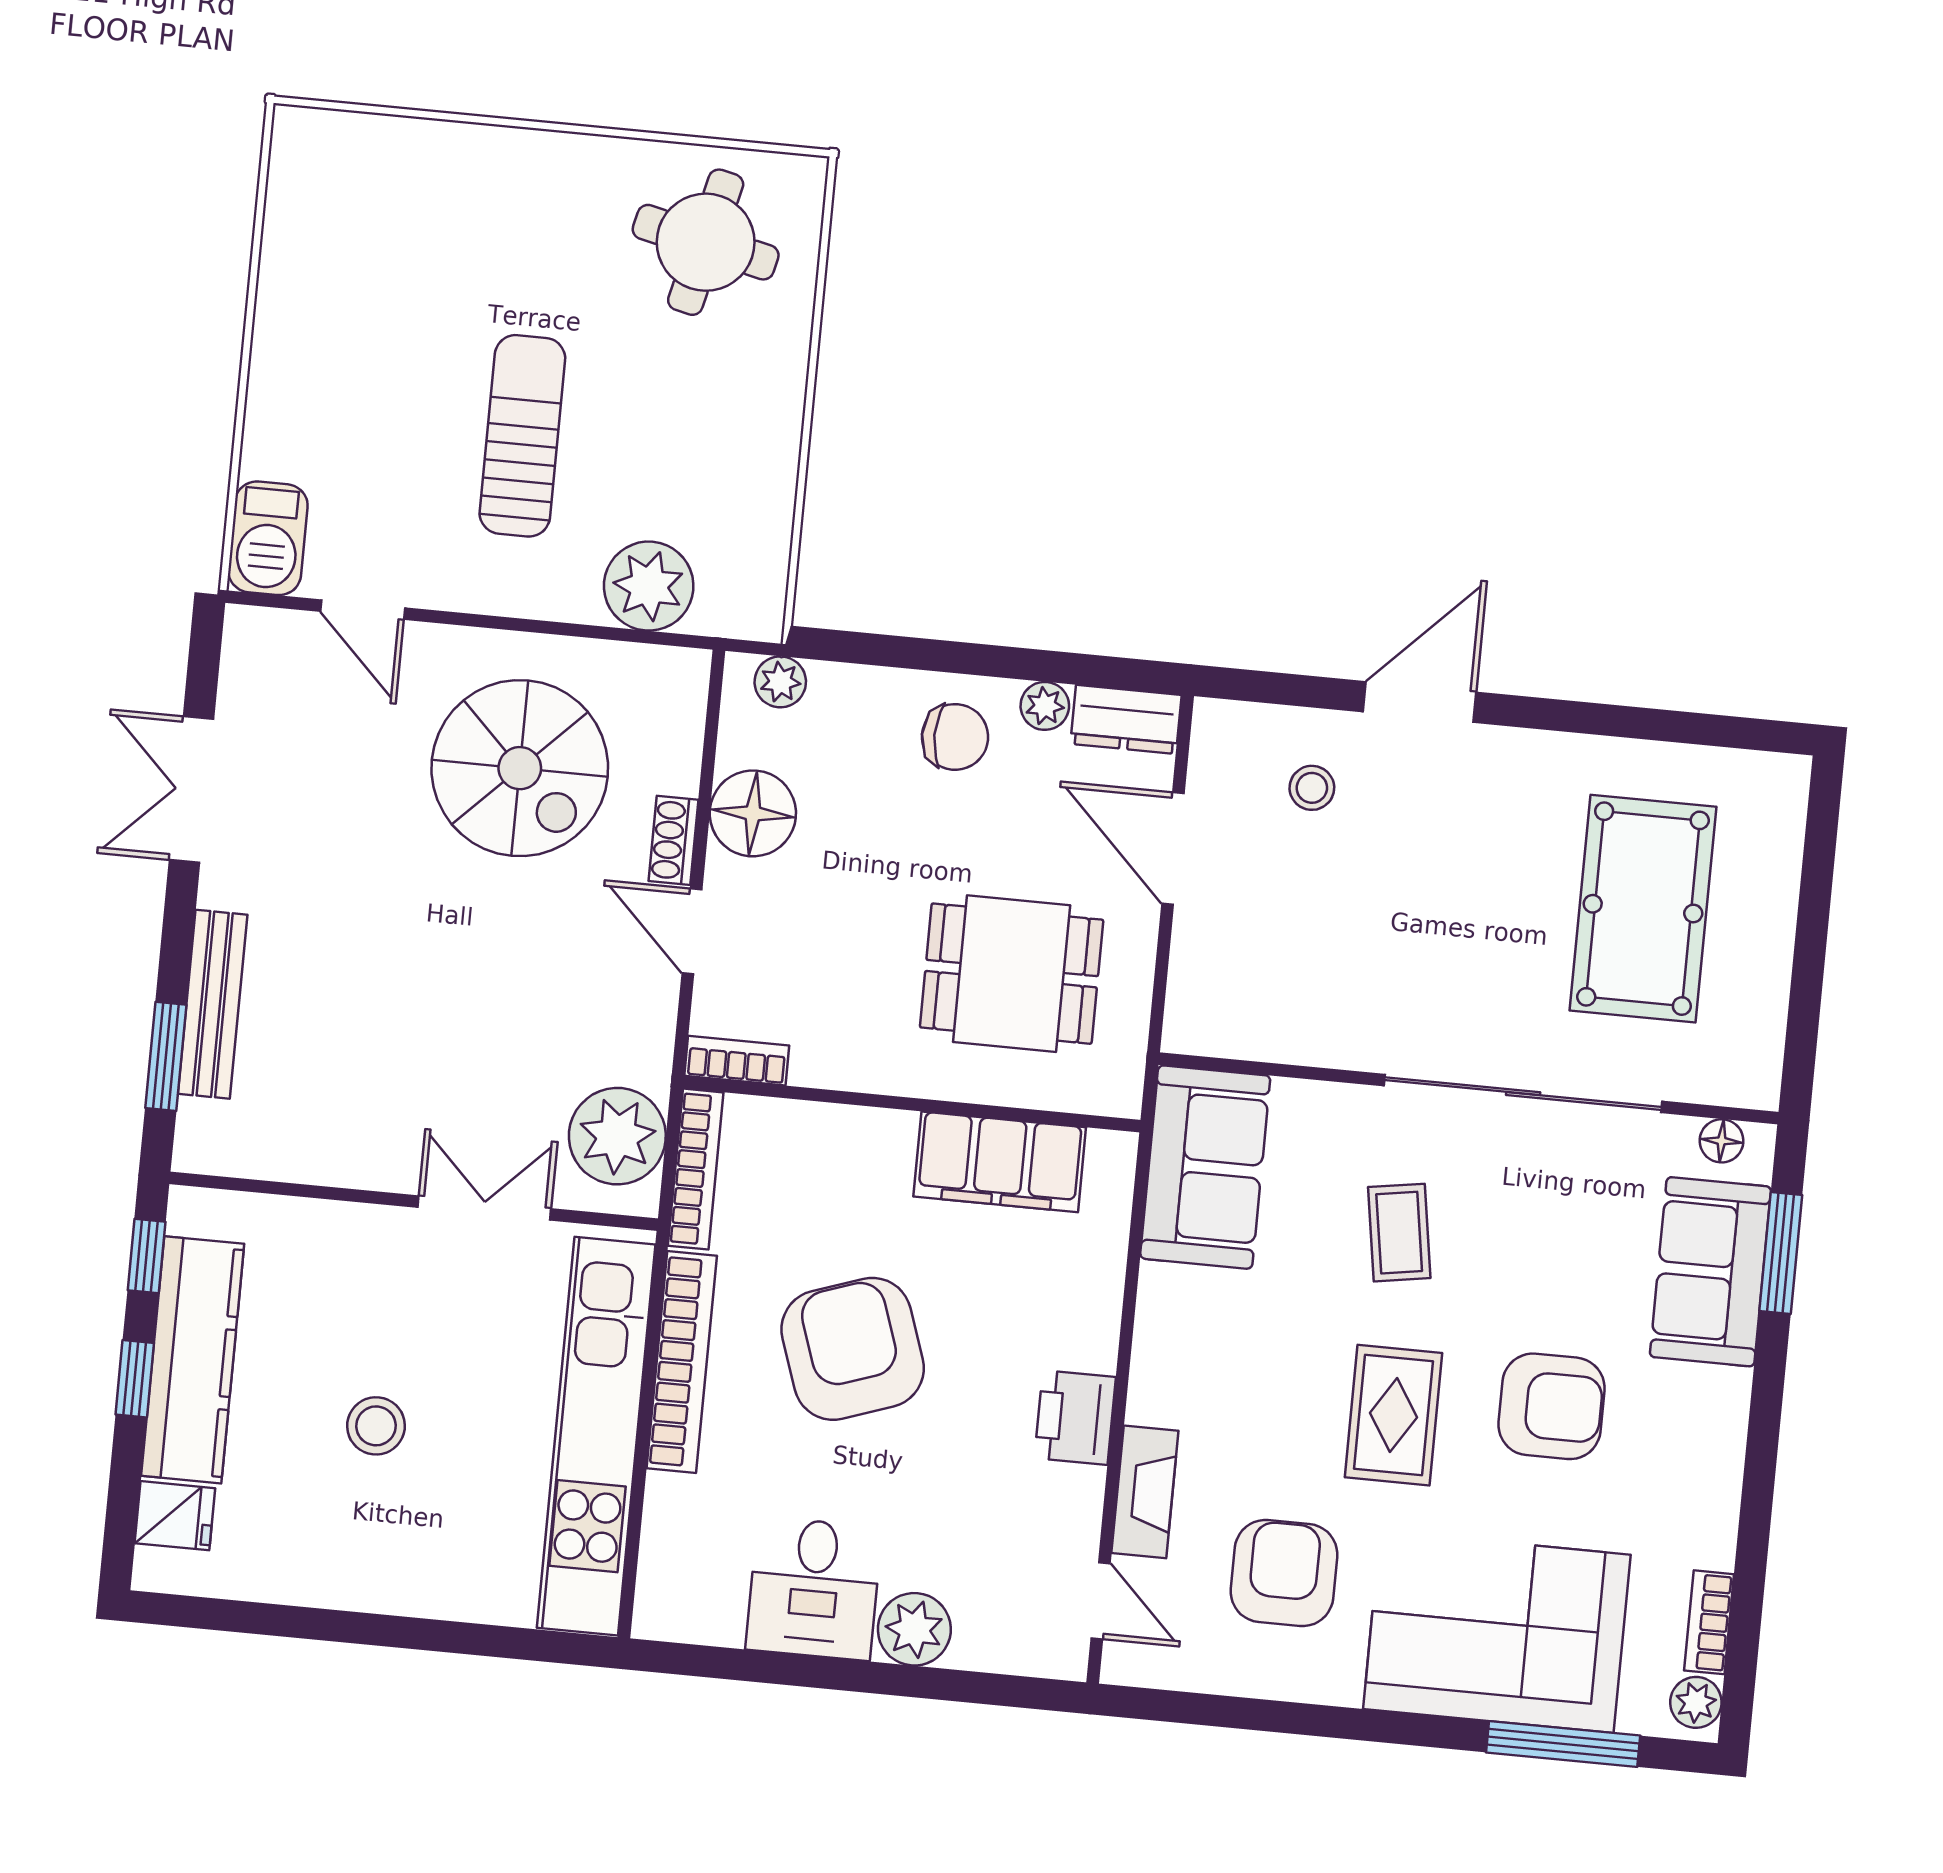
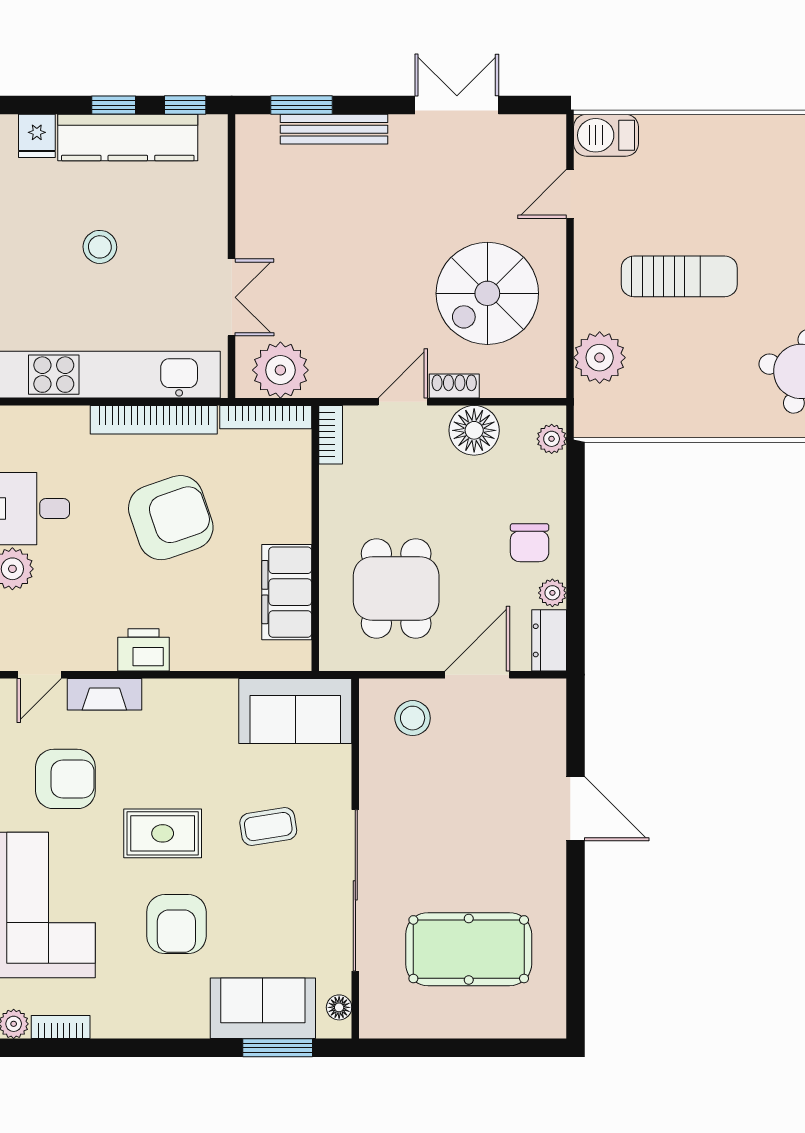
stool: (1312, 788) -> (413, 718), moved, width x1.37, depth x1.37

